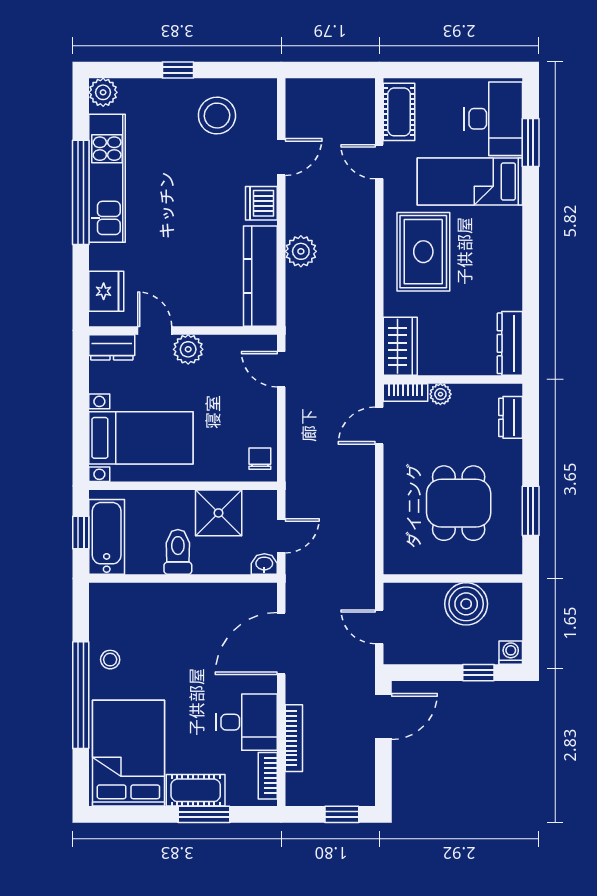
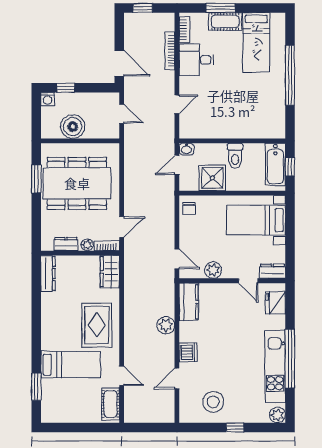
desk: (493, 119) -> (57, 400), removed
kitchen counter: (260, 276) -> (189, 302), width x0.67
plant: (188, 349) -> (213, 270), moved
dresser: (511, 417) -> (66, 244), moved, turned -90
dining table: (459, 503) -> (77, 183), width x1.88, depth x1.24
door: (281, 644) -> (177, 104), width x0.53
stool: (110, 660) -> (273, 95), removed
door: (383, 716) -> (119, 63), swing flipped
bed: (128, 753) -> (256, 42), width x0.67

